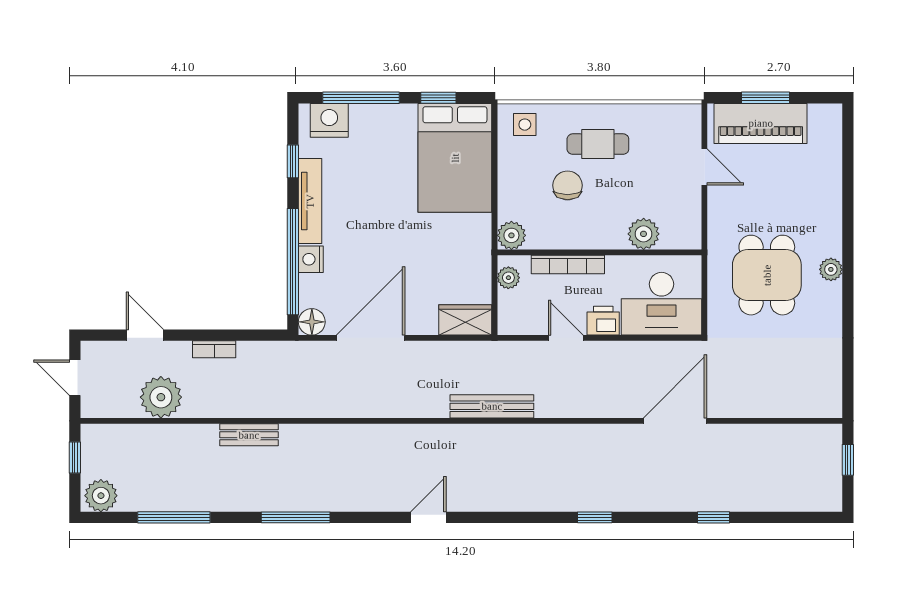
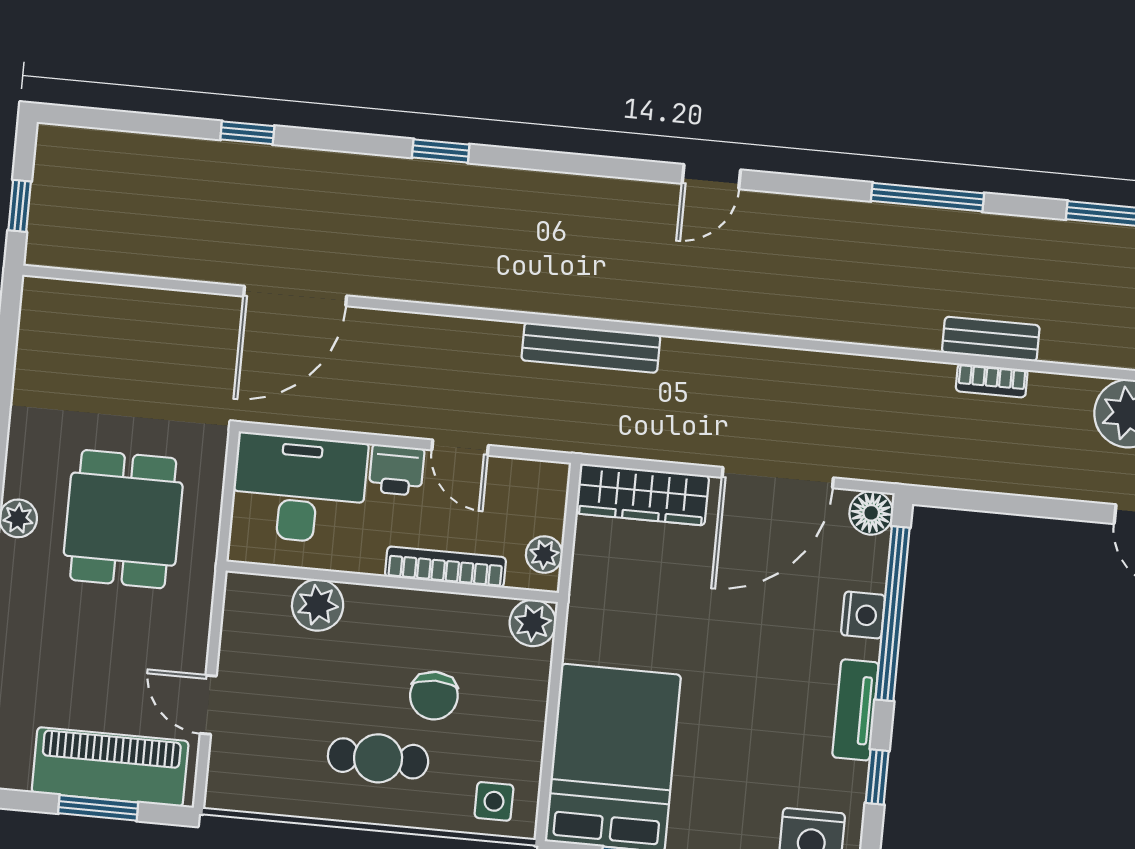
tv unit: (310, 201) -> (855, 710), width x0.71
wardrobe: (465, 320) -> (642, 495), width x1.50
bookcase: (214, 349) -> (992, 380), moved, turned 180

